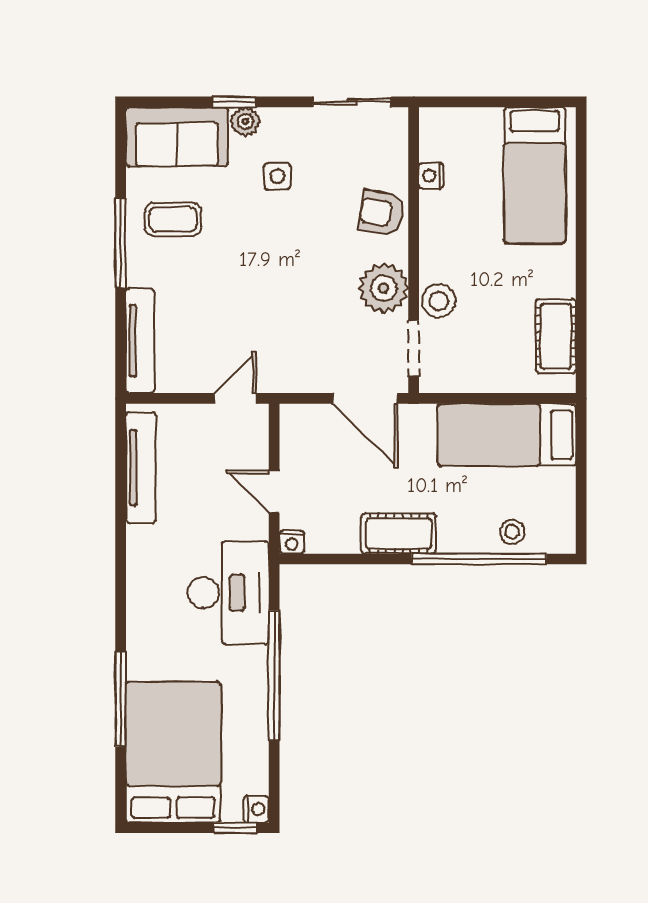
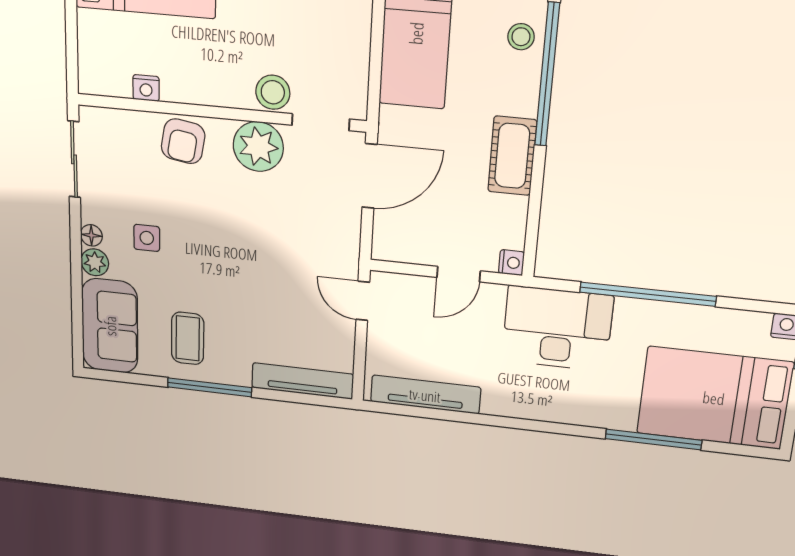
window: (234, 102) -> (76, 271), removed
floor lamp: (274, 118) -> (91, 235), added

